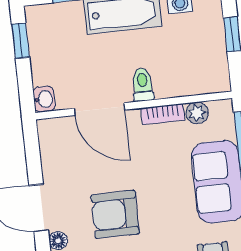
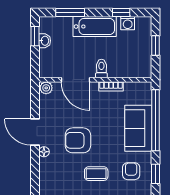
washbasin: (44, 99) -> (45, 41), moved
plant: (197, 113) -> (46, 88), moved

